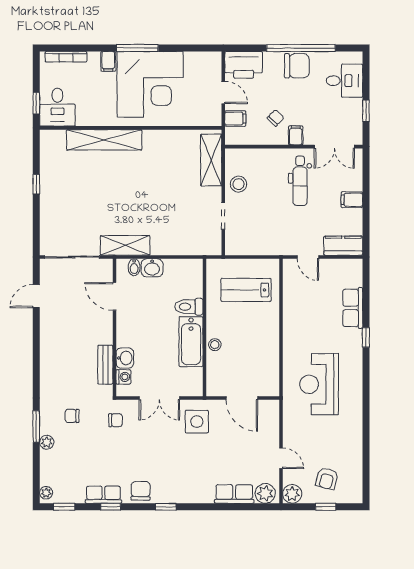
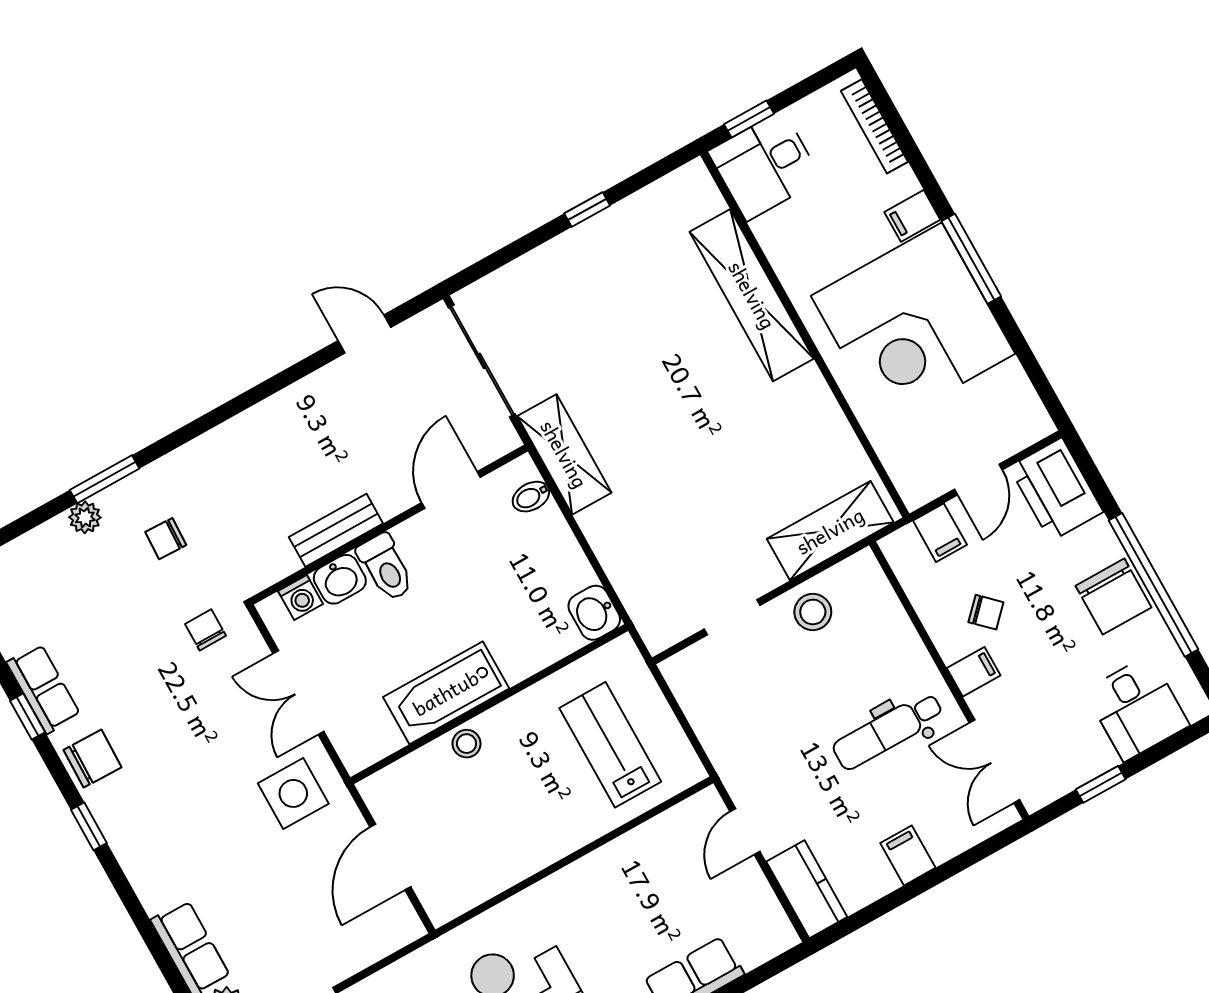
washbasin: (152, 268) -> (594, 613), moved
toilet: (189, 307) -> (386, 567), moved, turned 180
bench: (105, 365) -> (336, 530), moved
chair: (72, 416) -> (166, 539), turned -88
chair: (116, 420) -> (206, 630), turned 180

